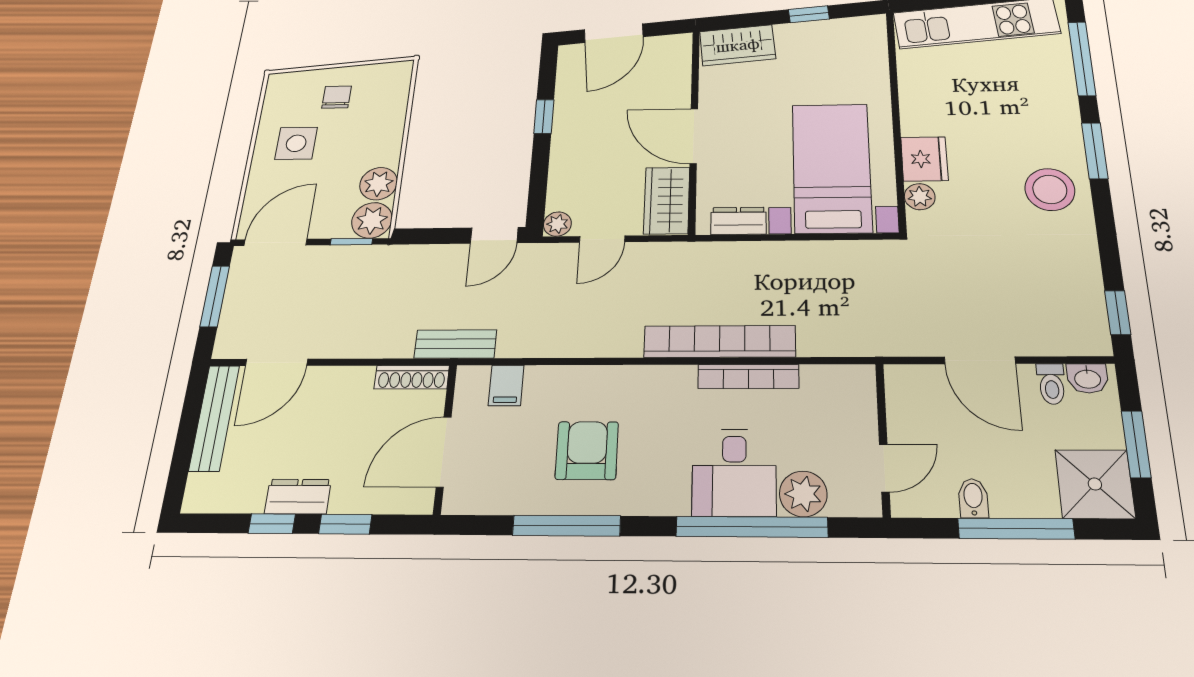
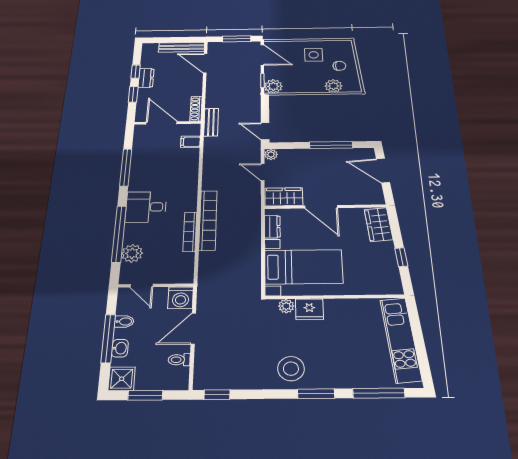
window: (544, 117) -> (331, 145), width x2.17
door: (694, 136) -> (321, 207), swing flipped
plant: (378, 184) -> (333, 86), moved
washbasin: (1087, 378) -> (120, 348), moved, turned 180
washing machine: (910, 388) -> (181, 298), added
armchair: (587, 450) -> (158, 172), removed
desk: (734, 472) -> (146, 207), moved
shower: (1095, 484) -> (122, 379), width x0.73, depth x0.73

